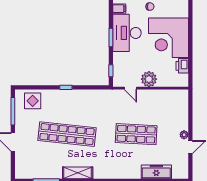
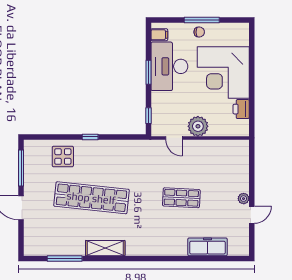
display table: (33, 101) -> (63, 156), moved
shop shelf: (136, 134) -> (181, 198), width x0.70, depth x0.74

